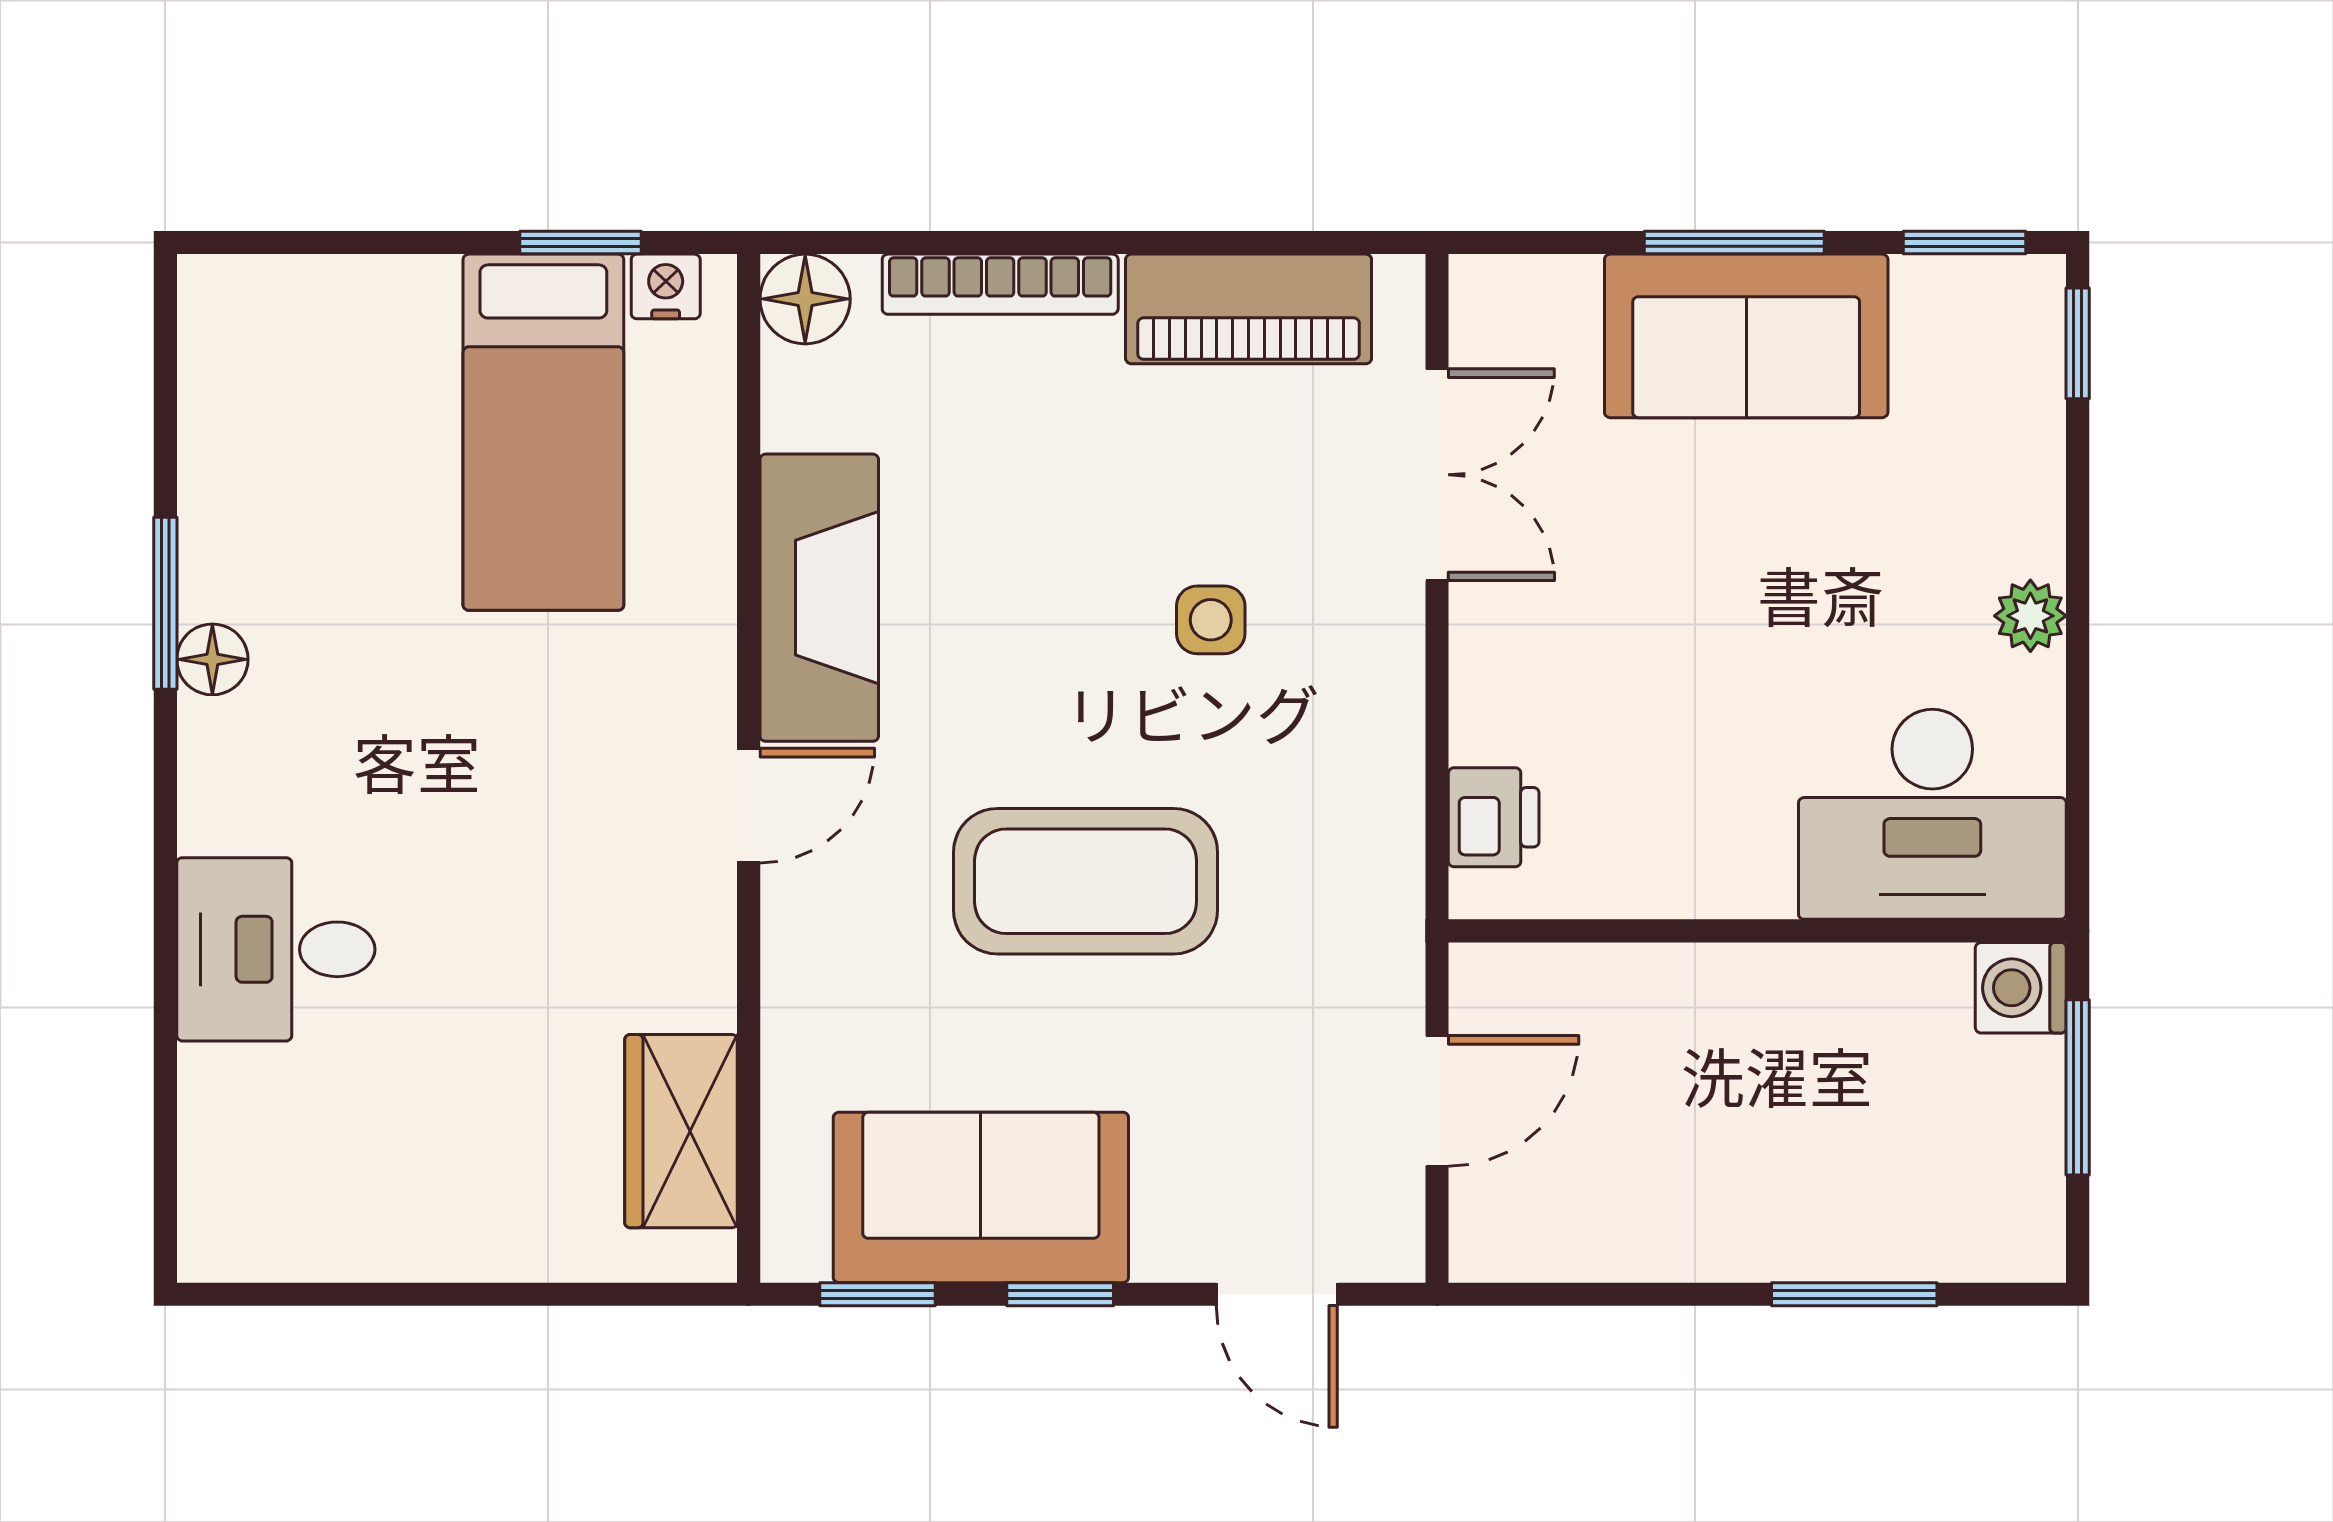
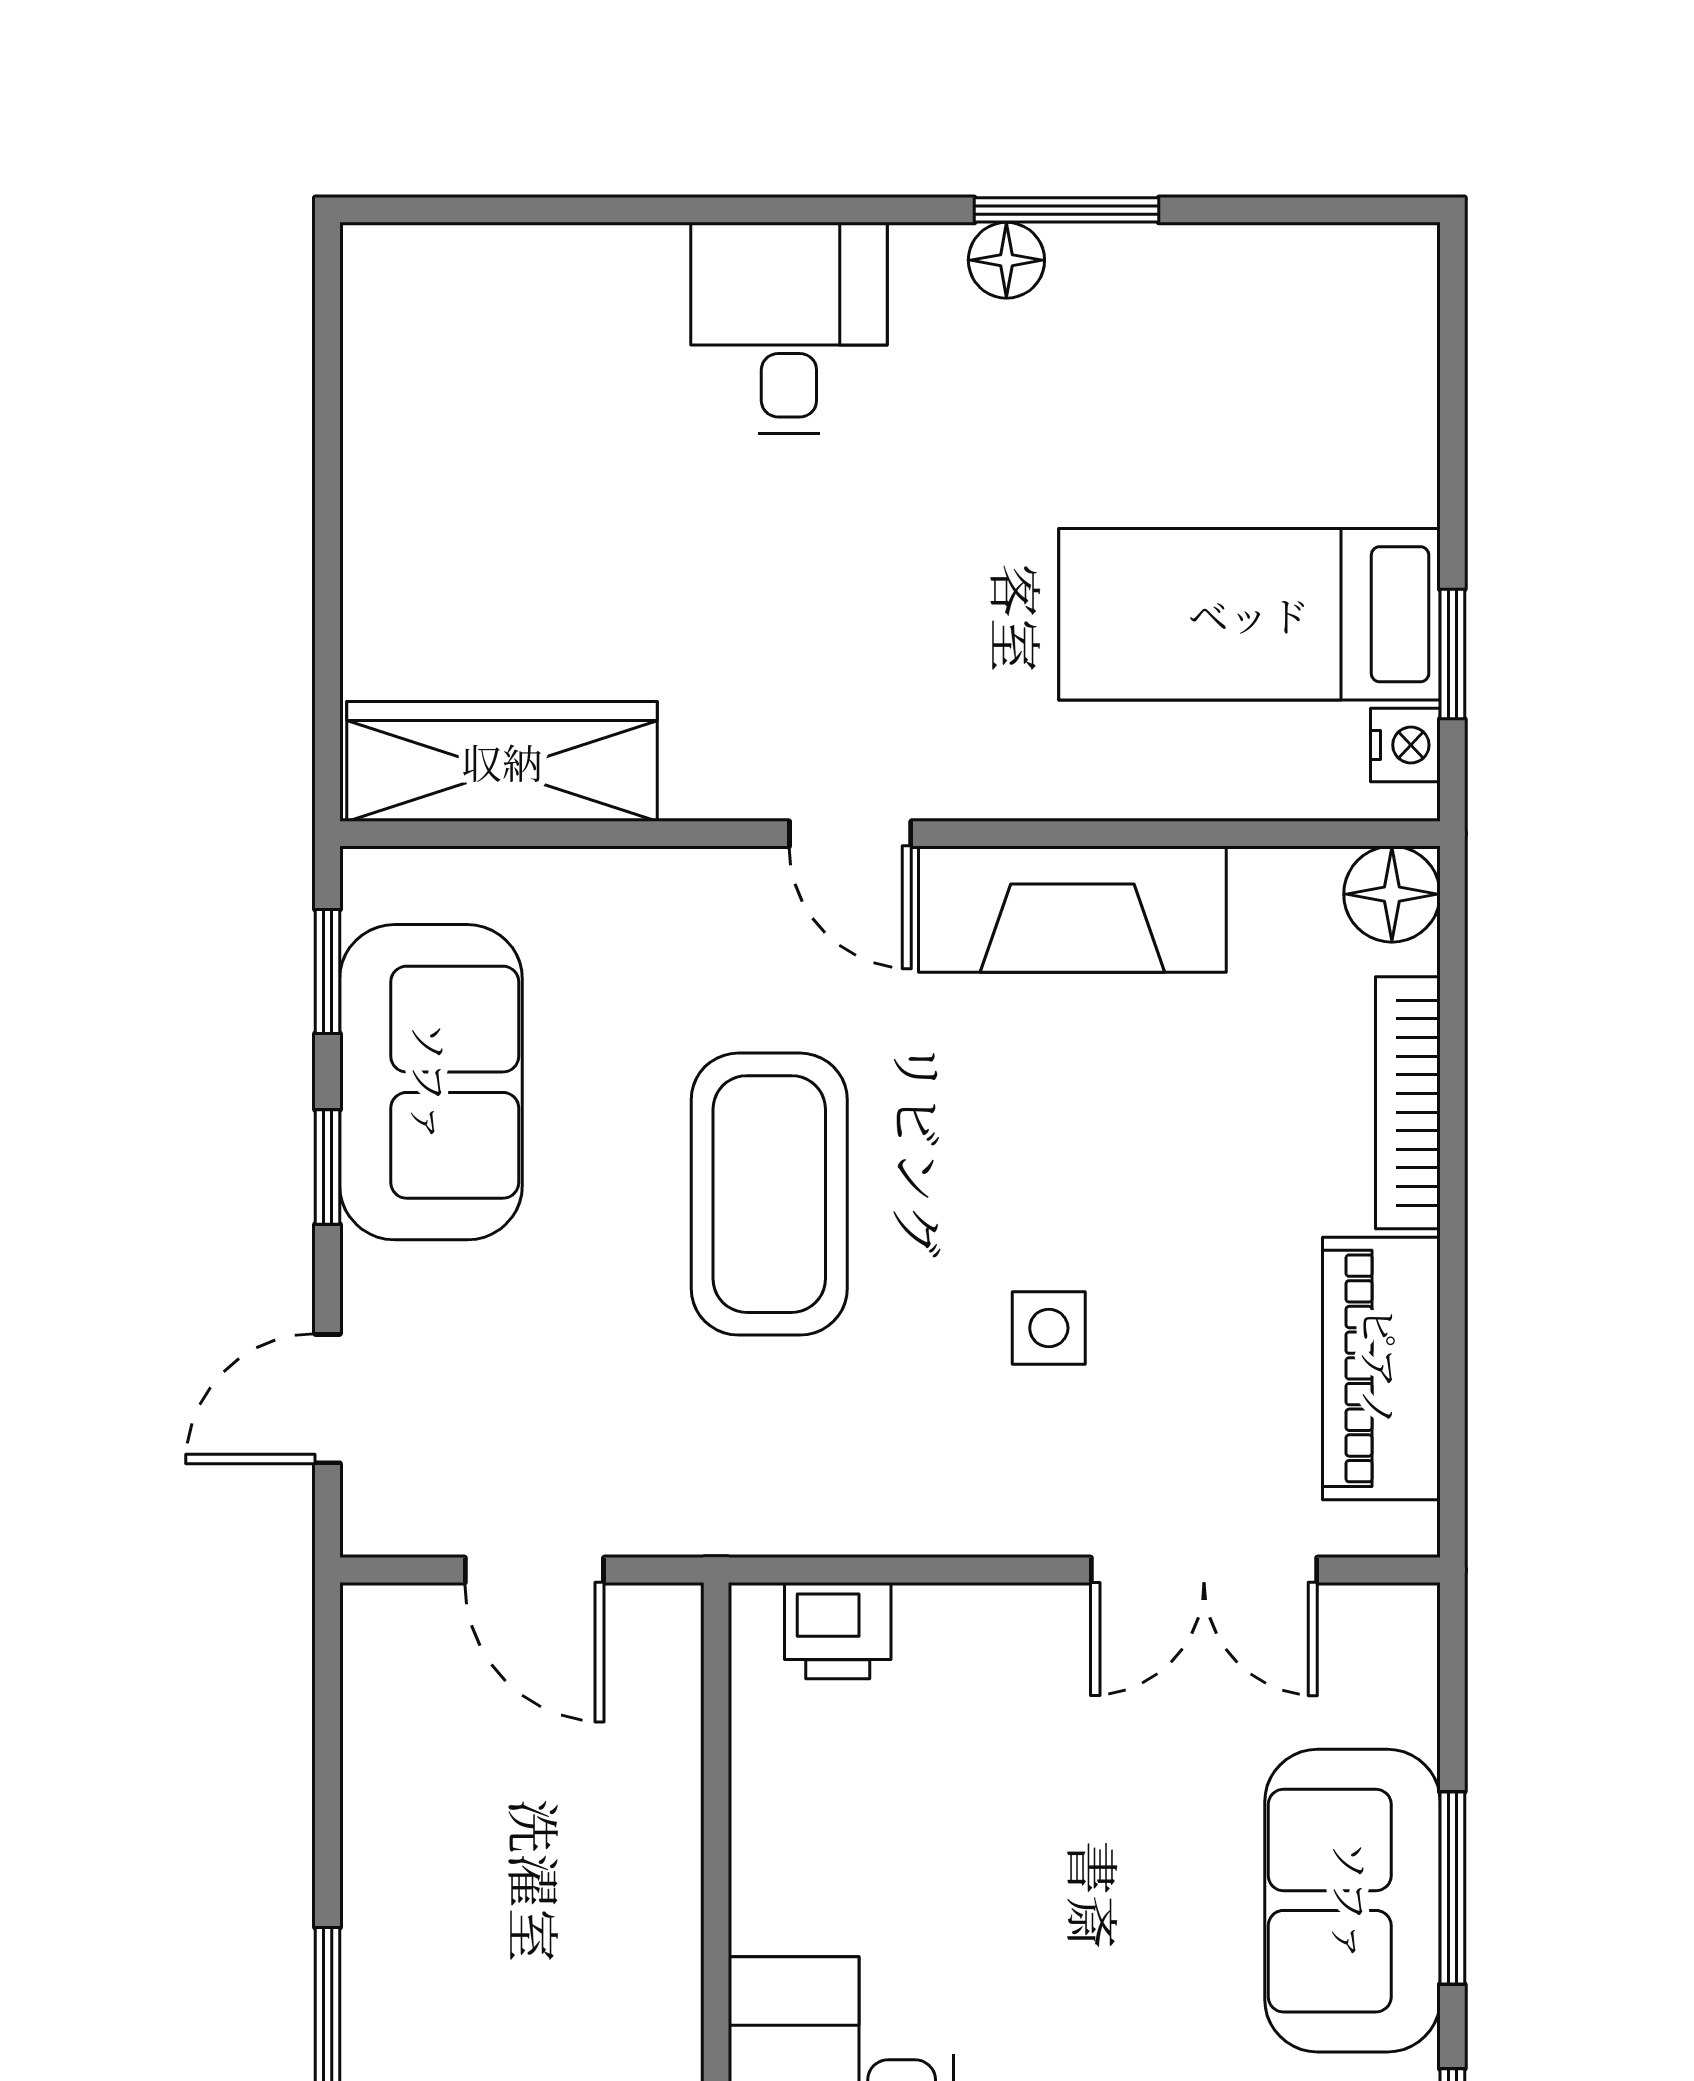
desk: (276, 949) -> (789, 328), moved
wardrobe: (681, 1131) -> (502, 761), width x1.50

